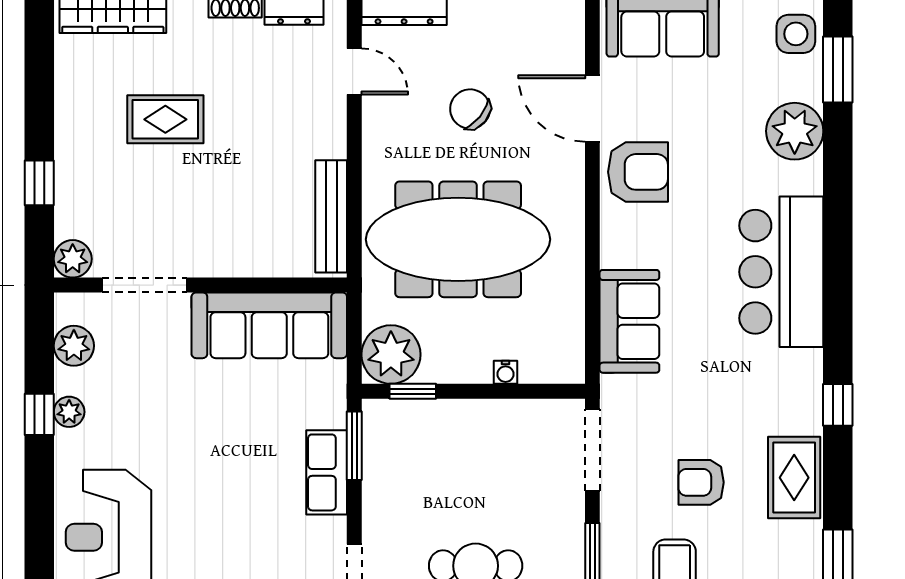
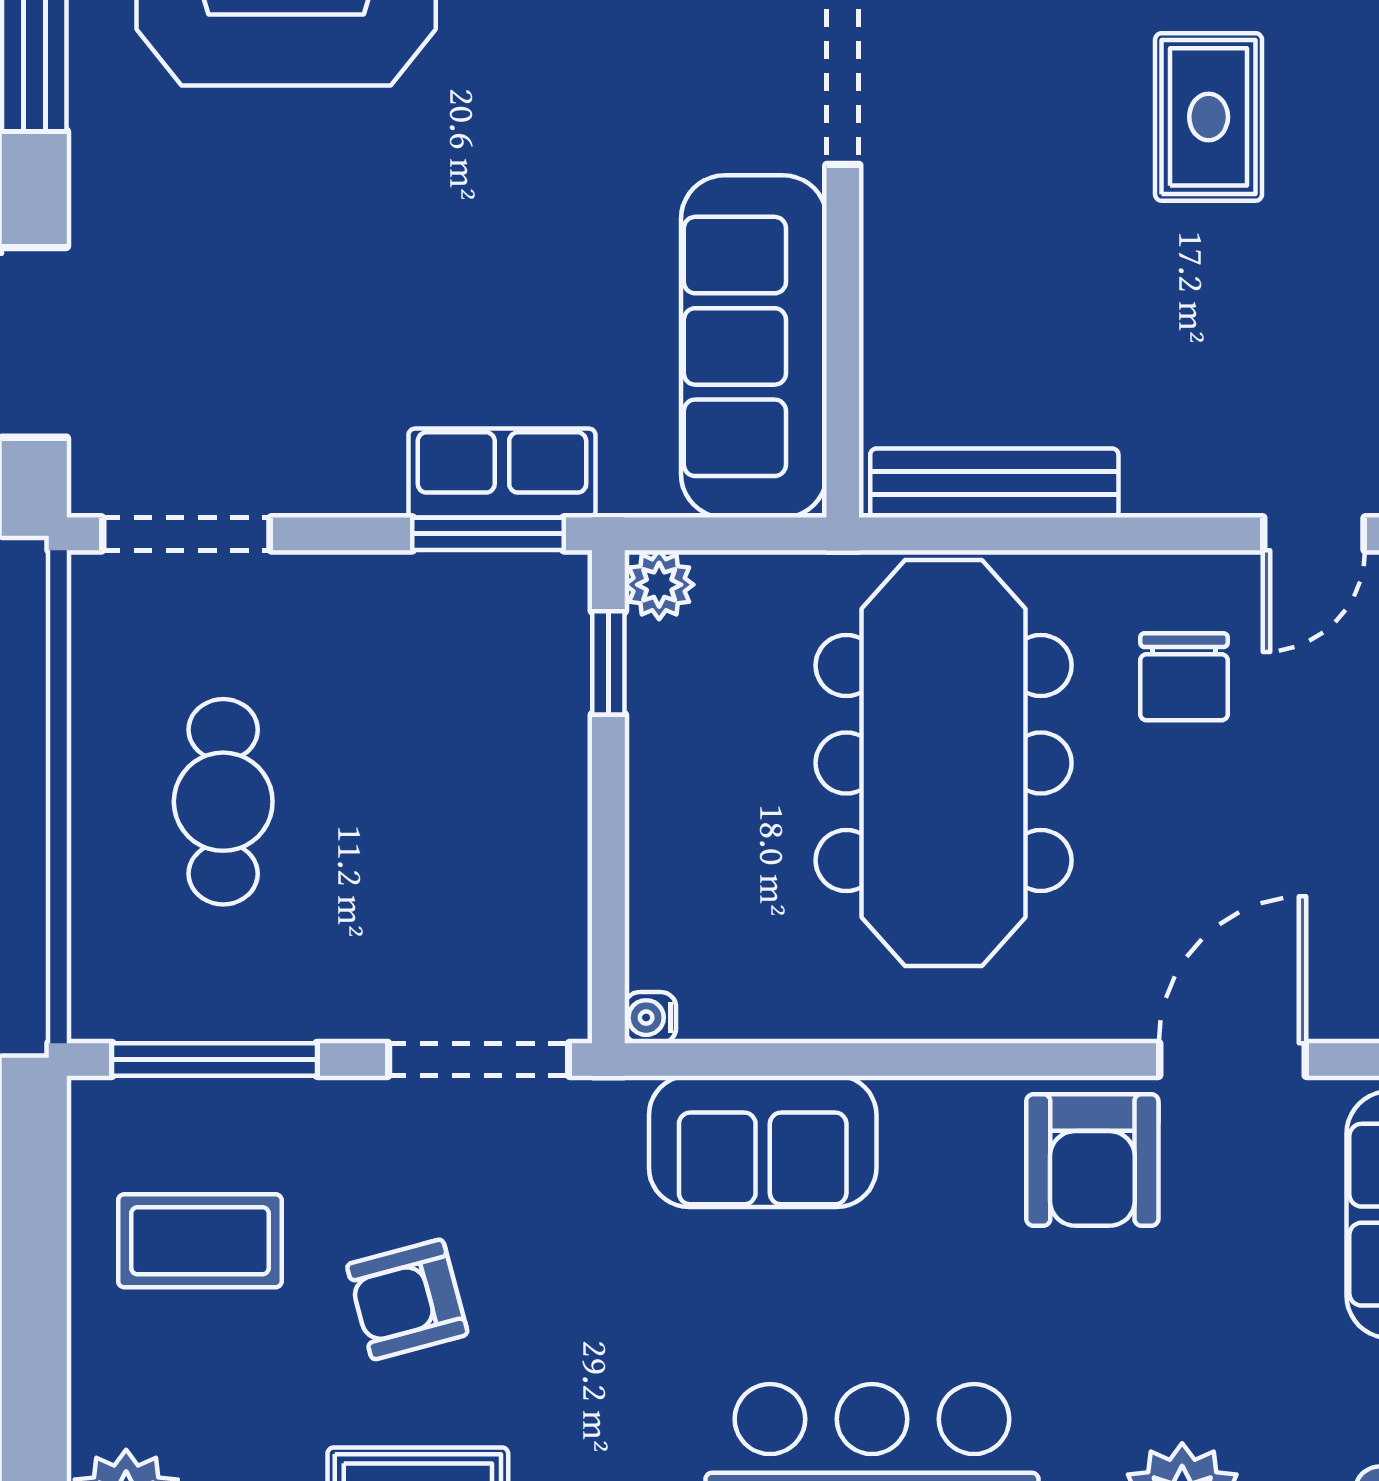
chair: (470, 109) -> (1184, 677), moved, turned 141
plant: (391, 355) -> (659, 585), width x0.53, depth x0.53
water cooler: (506, 372) -> (650, 1018), moved
row of seats: (327, 472) -> (502, 473), moved
armchair: (701, 482) -> (407, 1299), turned -105

